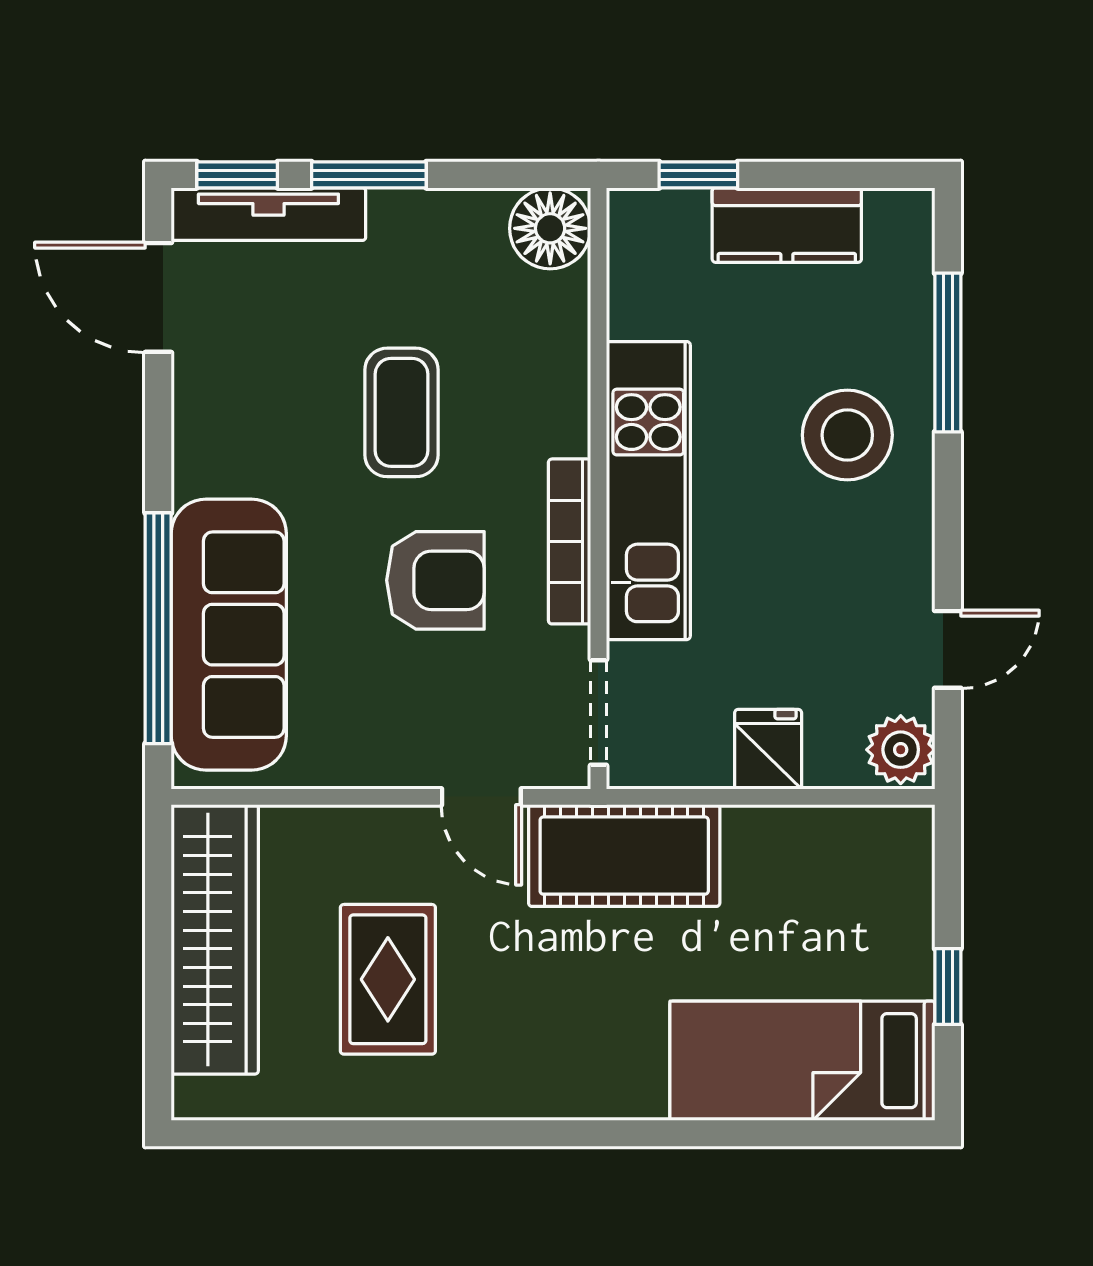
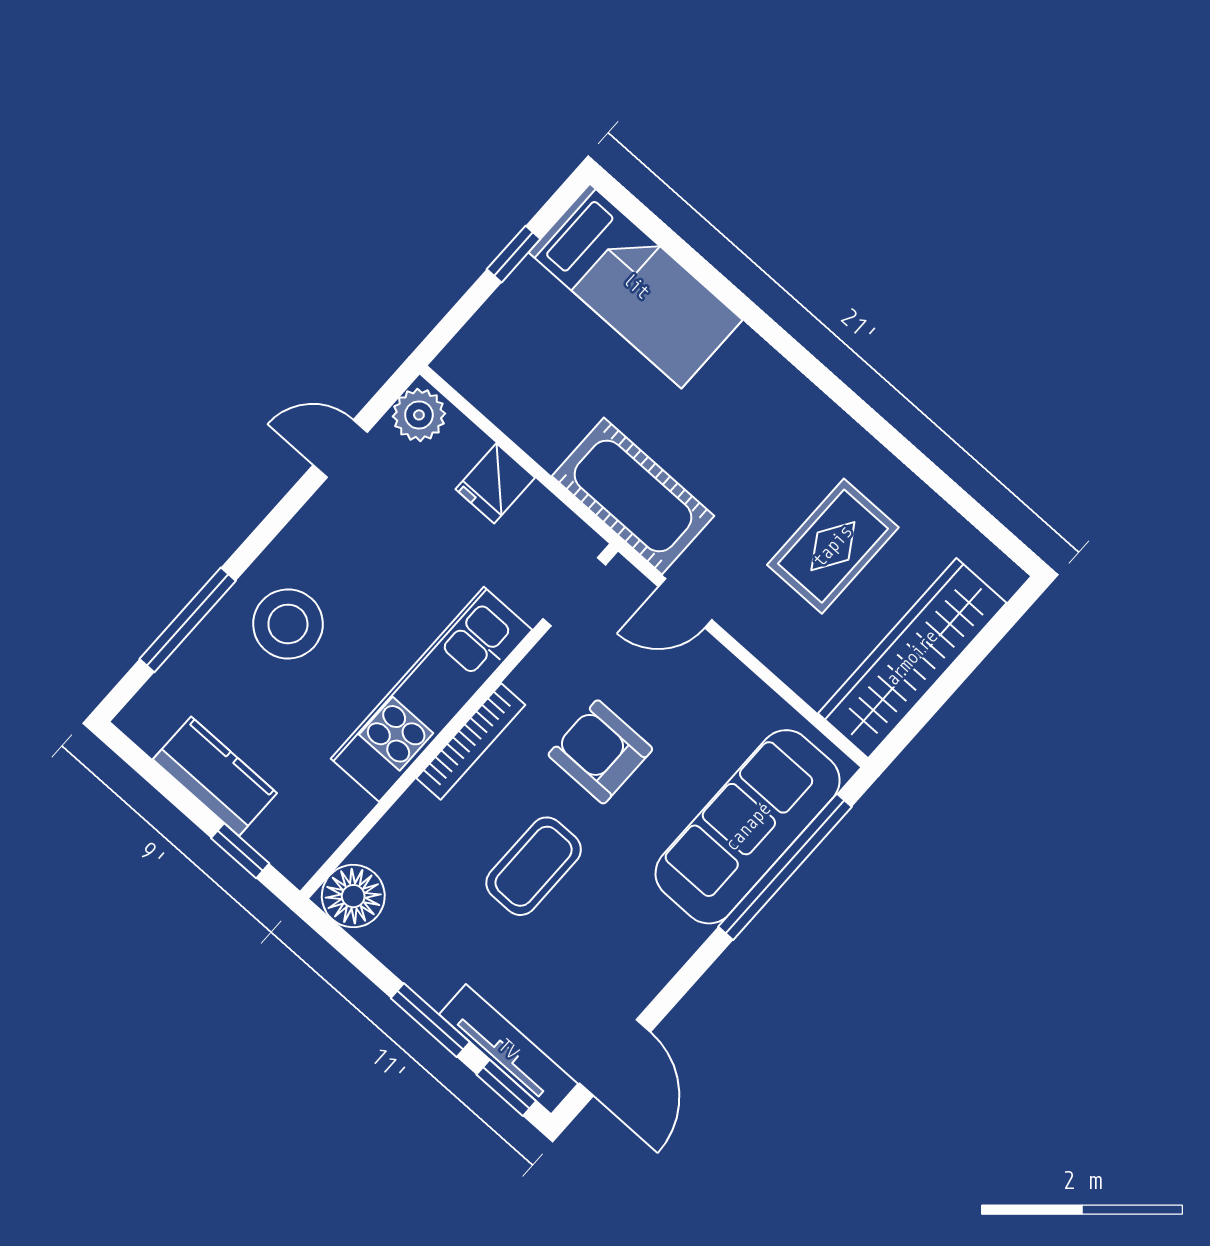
bookcase: (570, 541) -> (471, 742), moved
door: (481, 797) -> (685, 603), swing flipped

